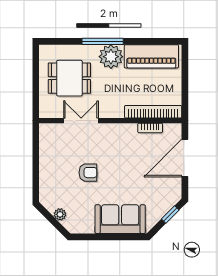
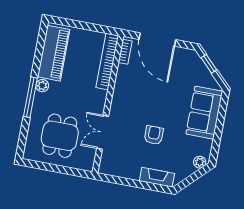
plant: (111, 57) -> (42, 86), width x0.53, depth x0.53
bookcase: (150, 128) -> (125, 52), moved
fireplace: (46, 184) -> (157, 177), added
plant: (60, 214) -> (200, 162), moved

